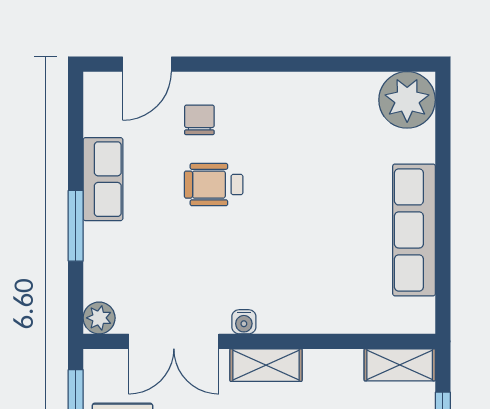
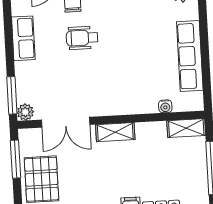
window: (76, 226) -> (12, 95), moved
water cooler: (244, 322) -> (165, 106), moved

